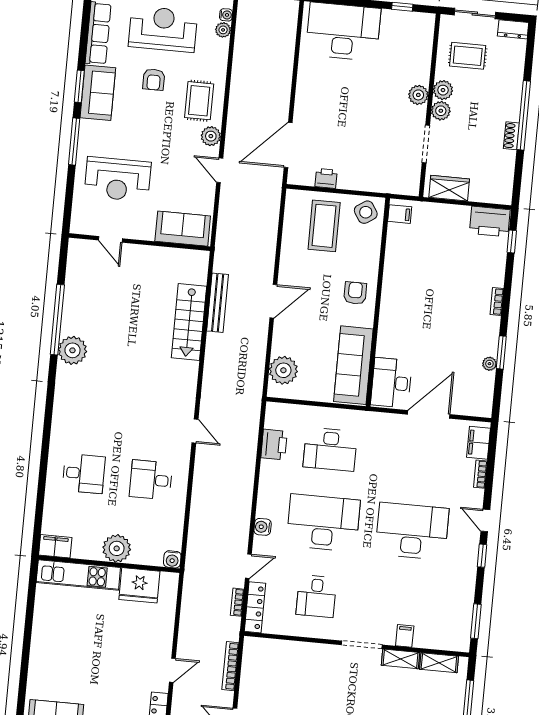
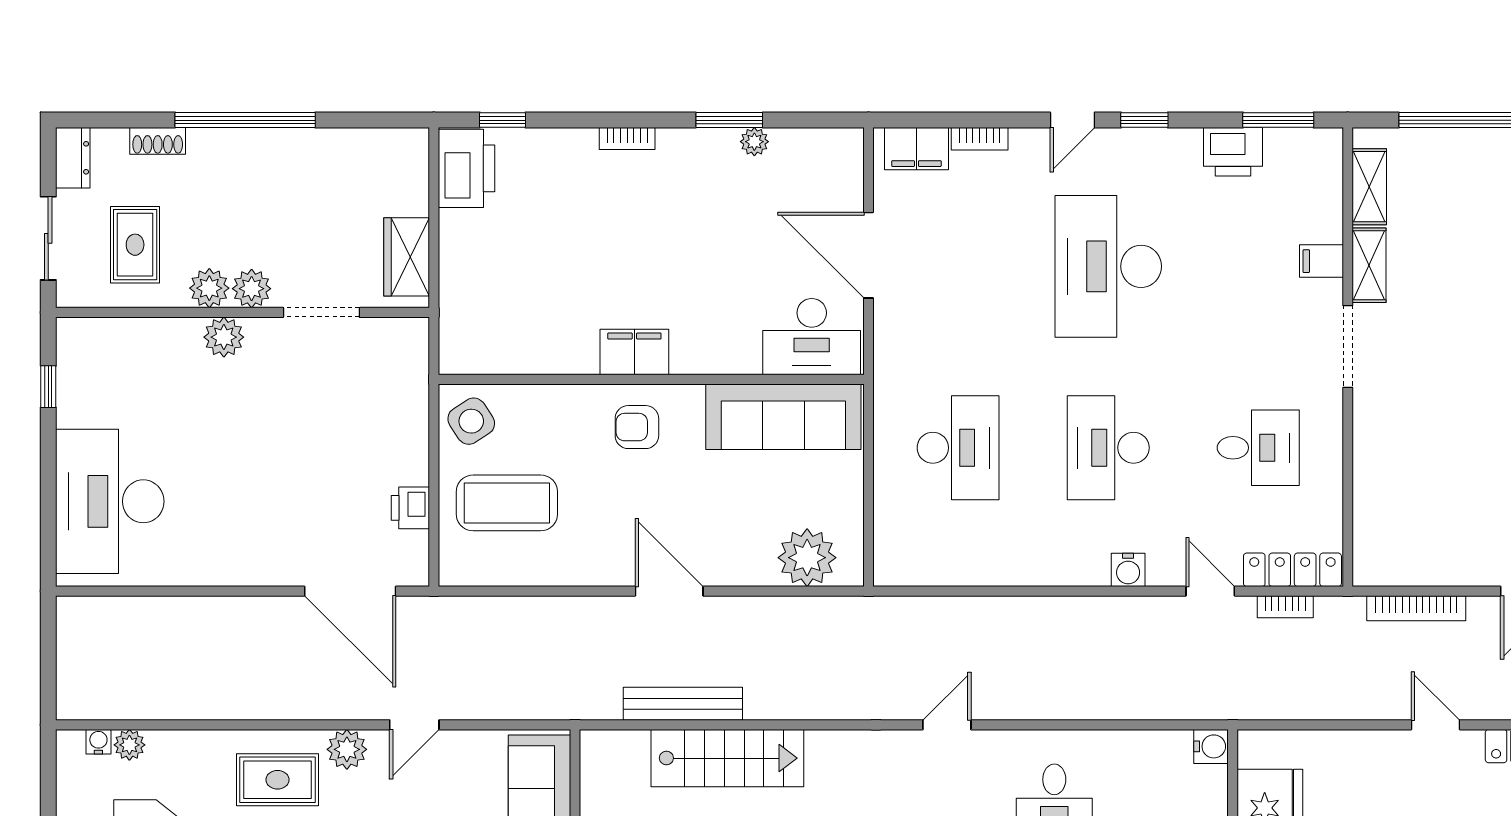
shoe rack: (511, 136) -> (158, 141), moved
filing cabinet: (400, 214) -> (634, 352), moved, width x2.00
printer: (274, 445) -> (1233, 152), moved, turned 180
desk: (323, 523) -> (1108, 448), width x0.73, depth x0.77

